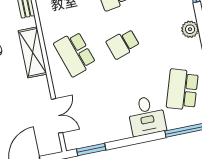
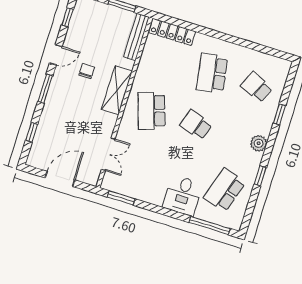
school desk: (123, 44) -> (196, 125), turned 36

